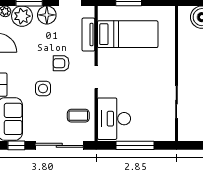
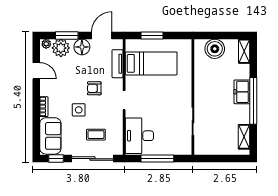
coffee table: (78, 116) -> (96, 135), moved

